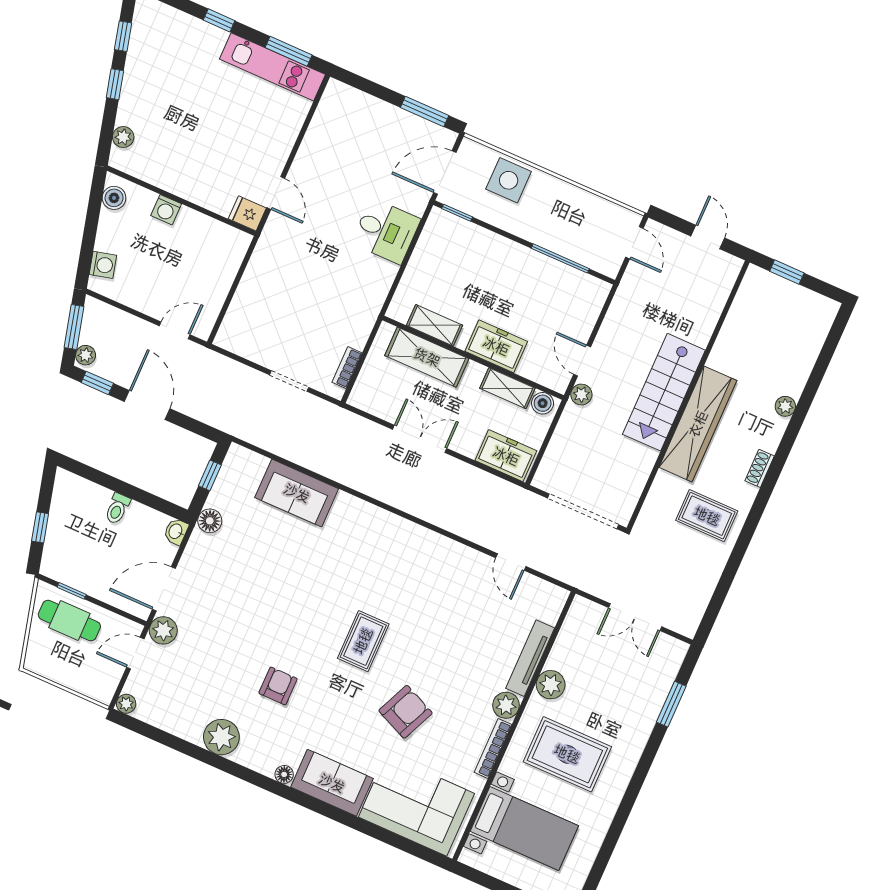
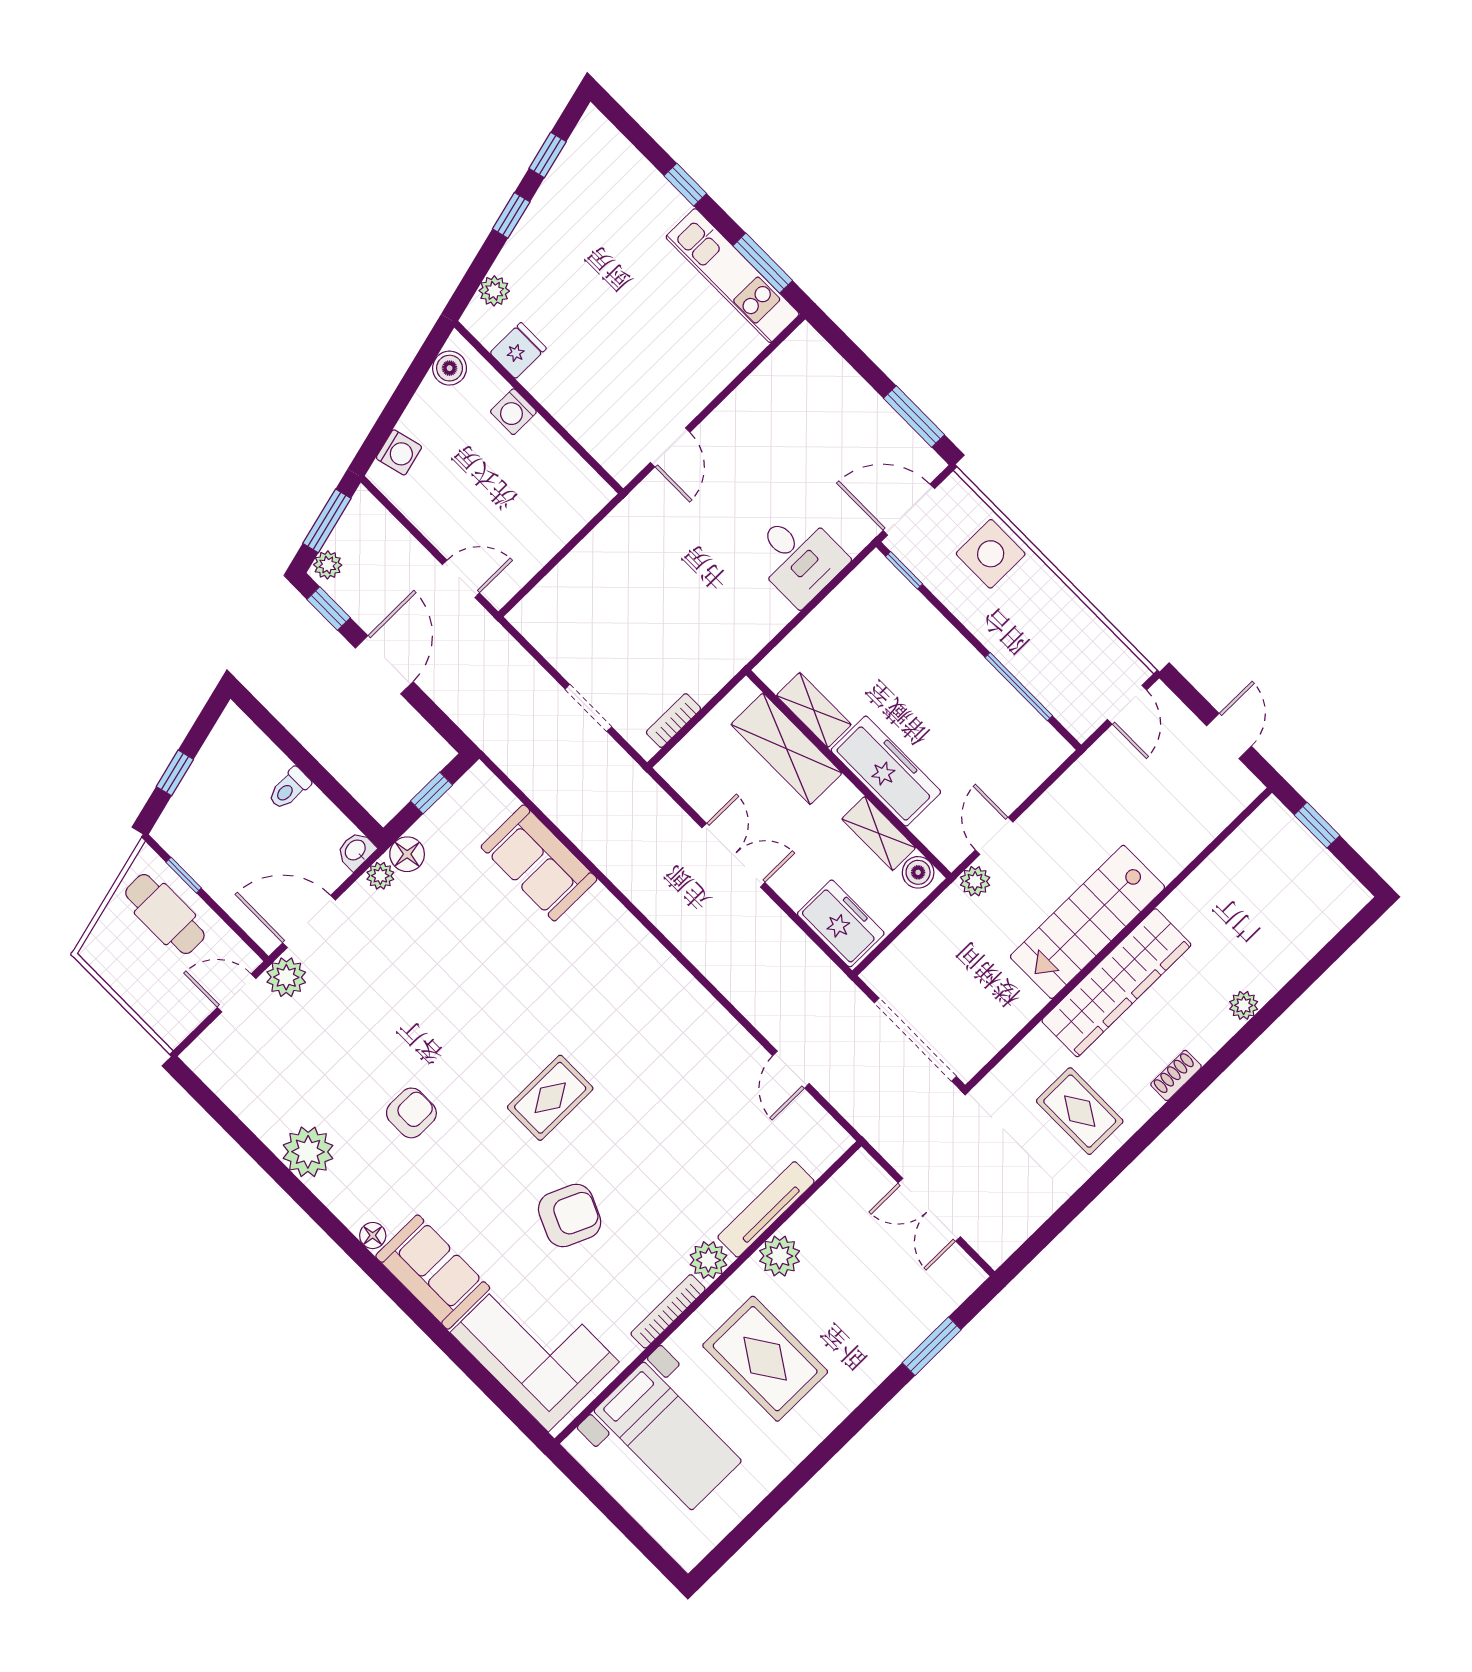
fridge: (247, 213) -> (518, 351), moved, turned 90
freezer: (496, 346) -> (886, 771), width x1.40
plant: (126, 704) -> (380, 876), moved

